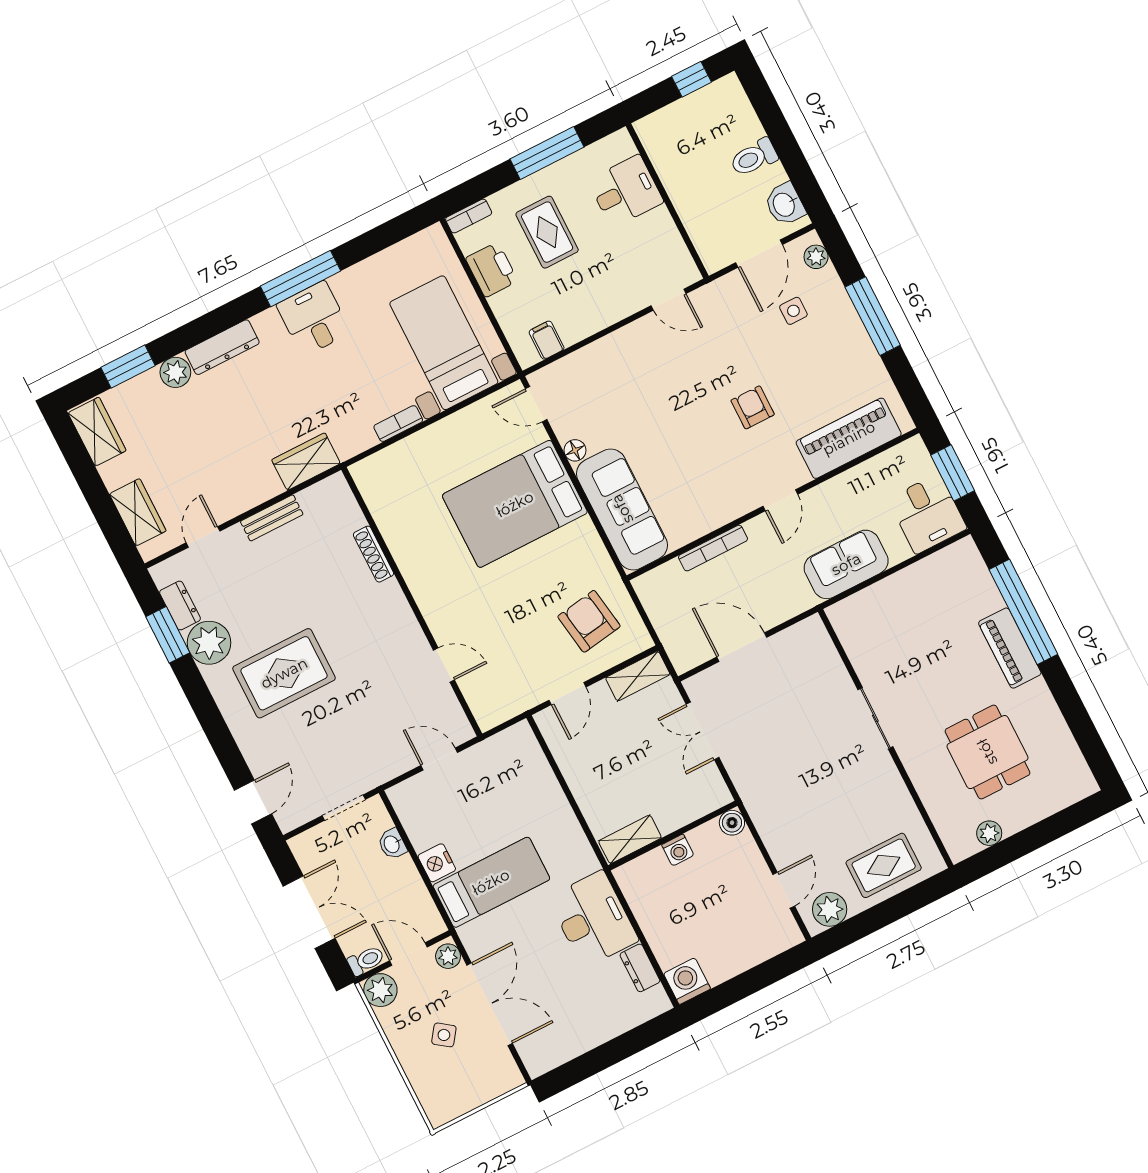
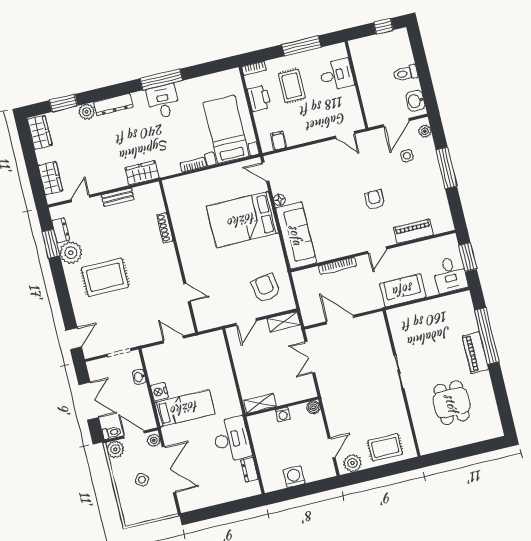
piano: (849, 438) -> (413, 231), width x0.73, depth x0.75
plant: (989, 833) -> (443, 444), removed
washing machine: (687, 981) -> (294, 477), moved

